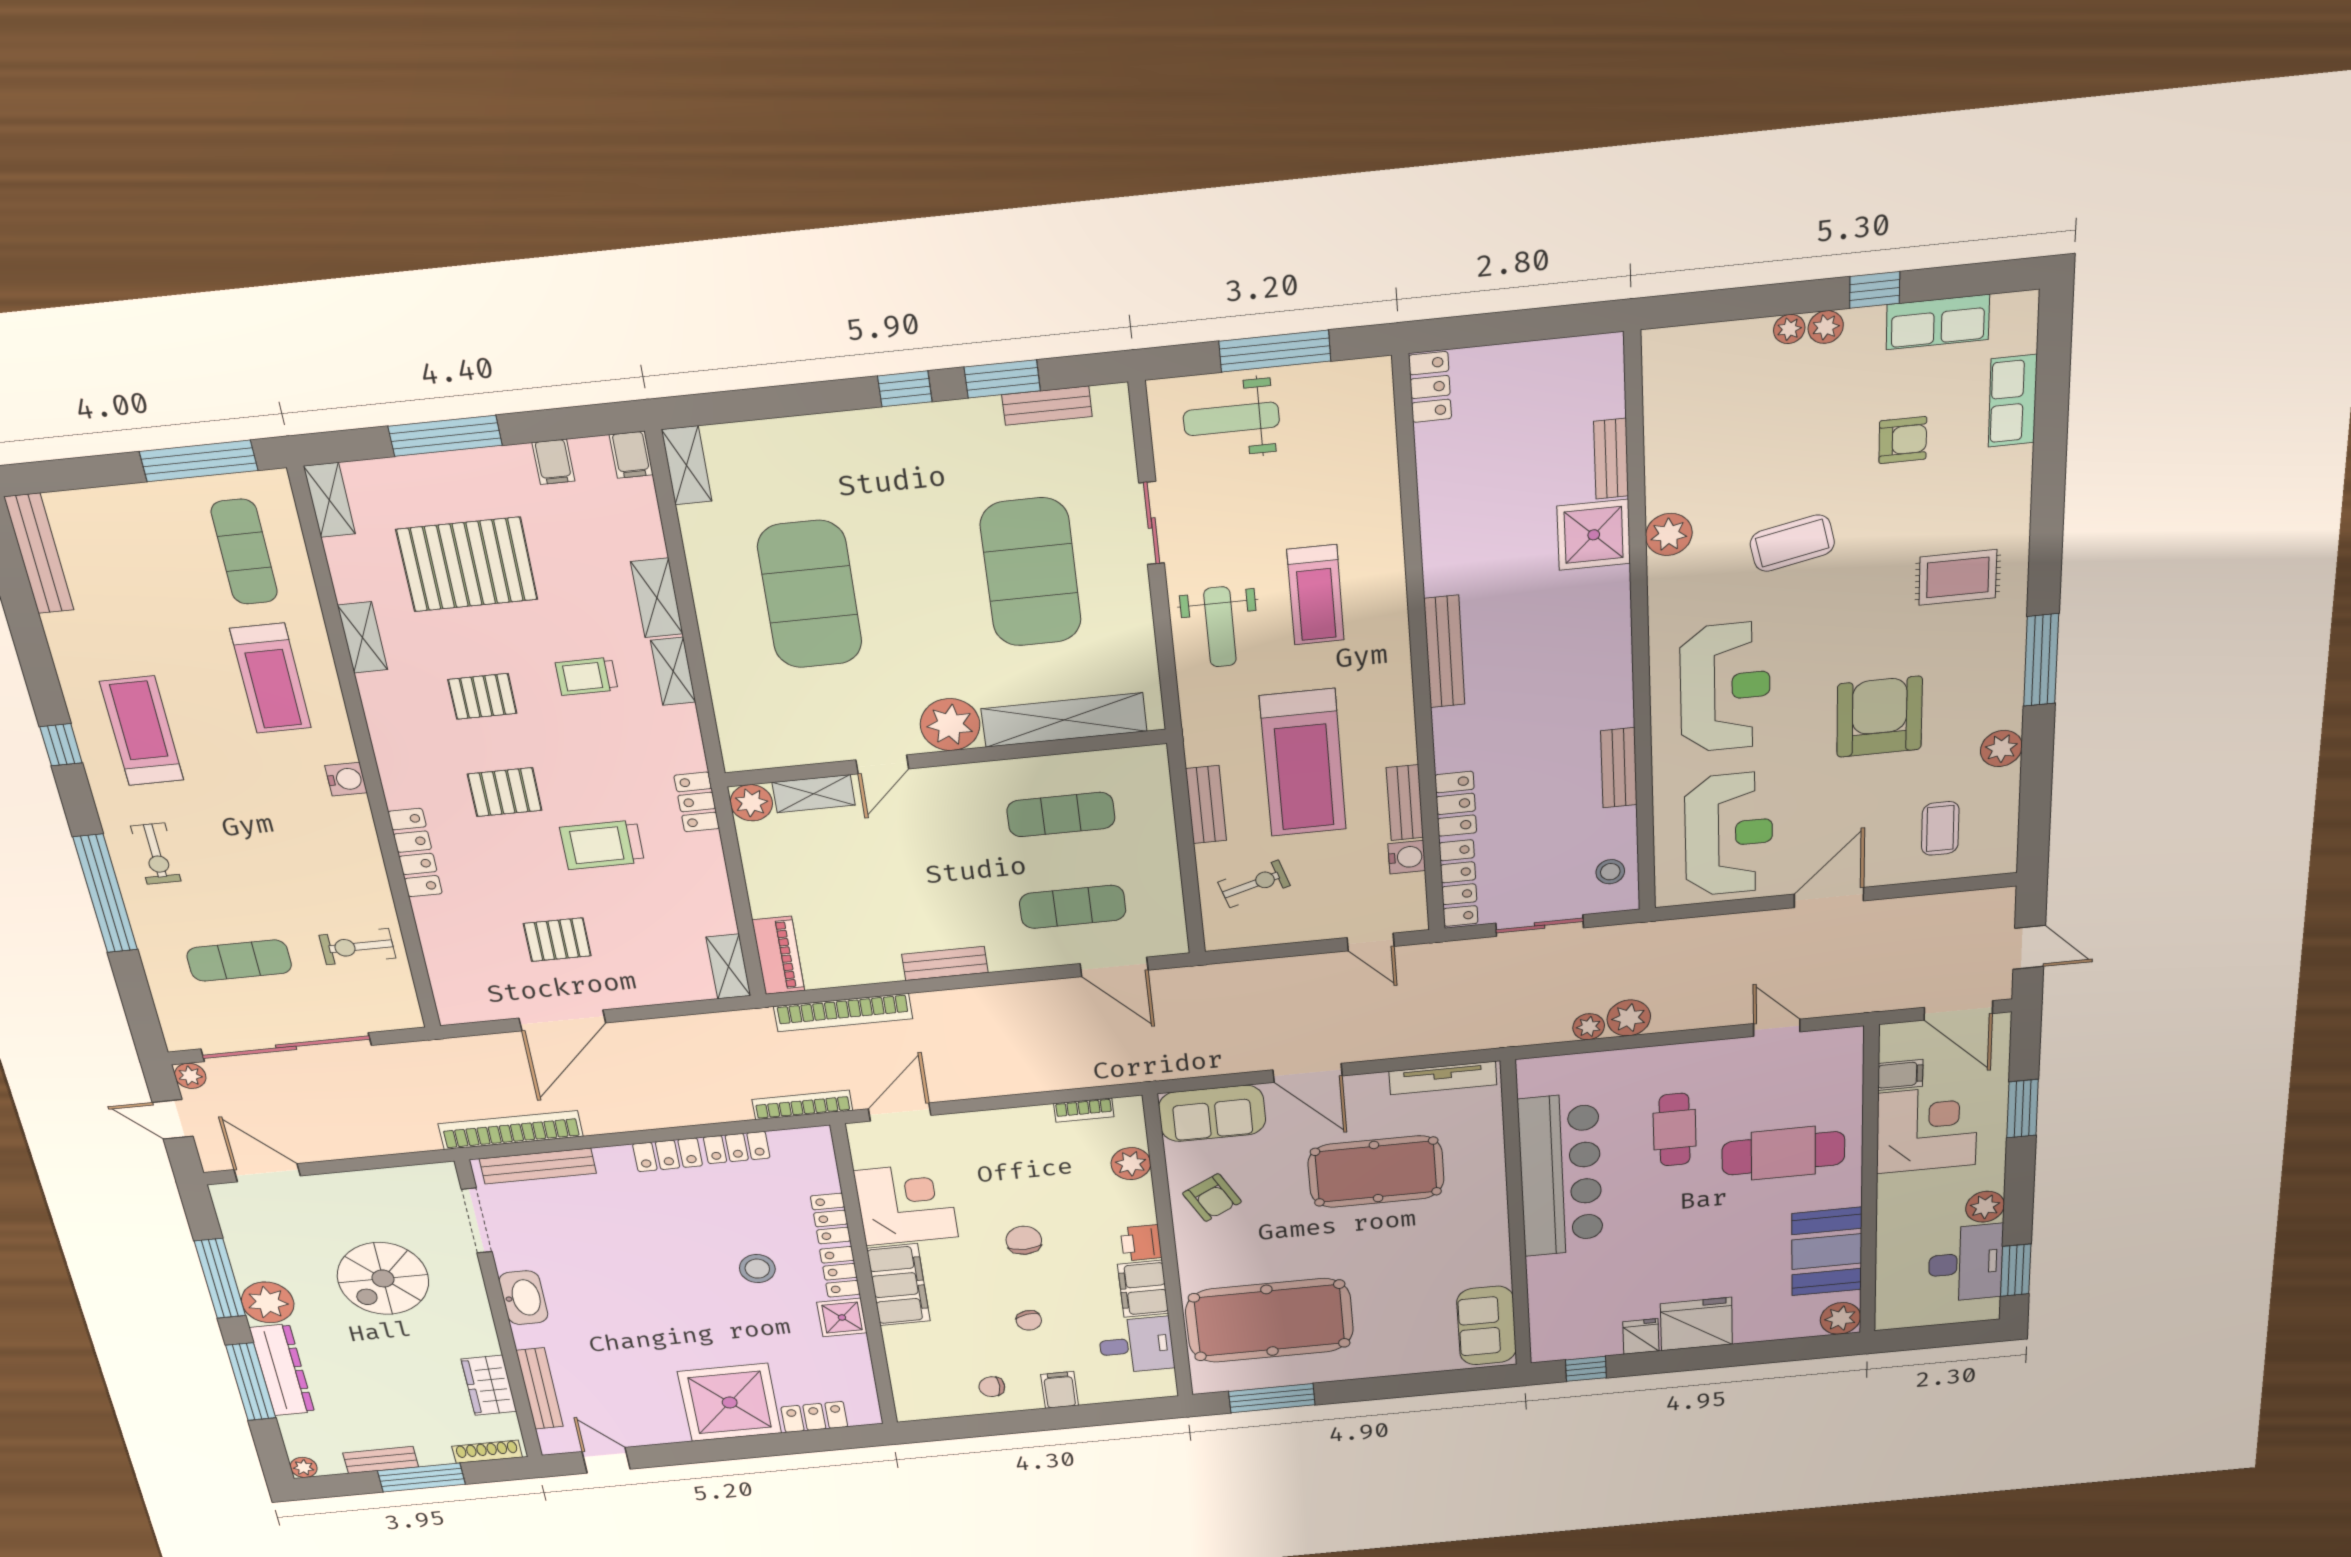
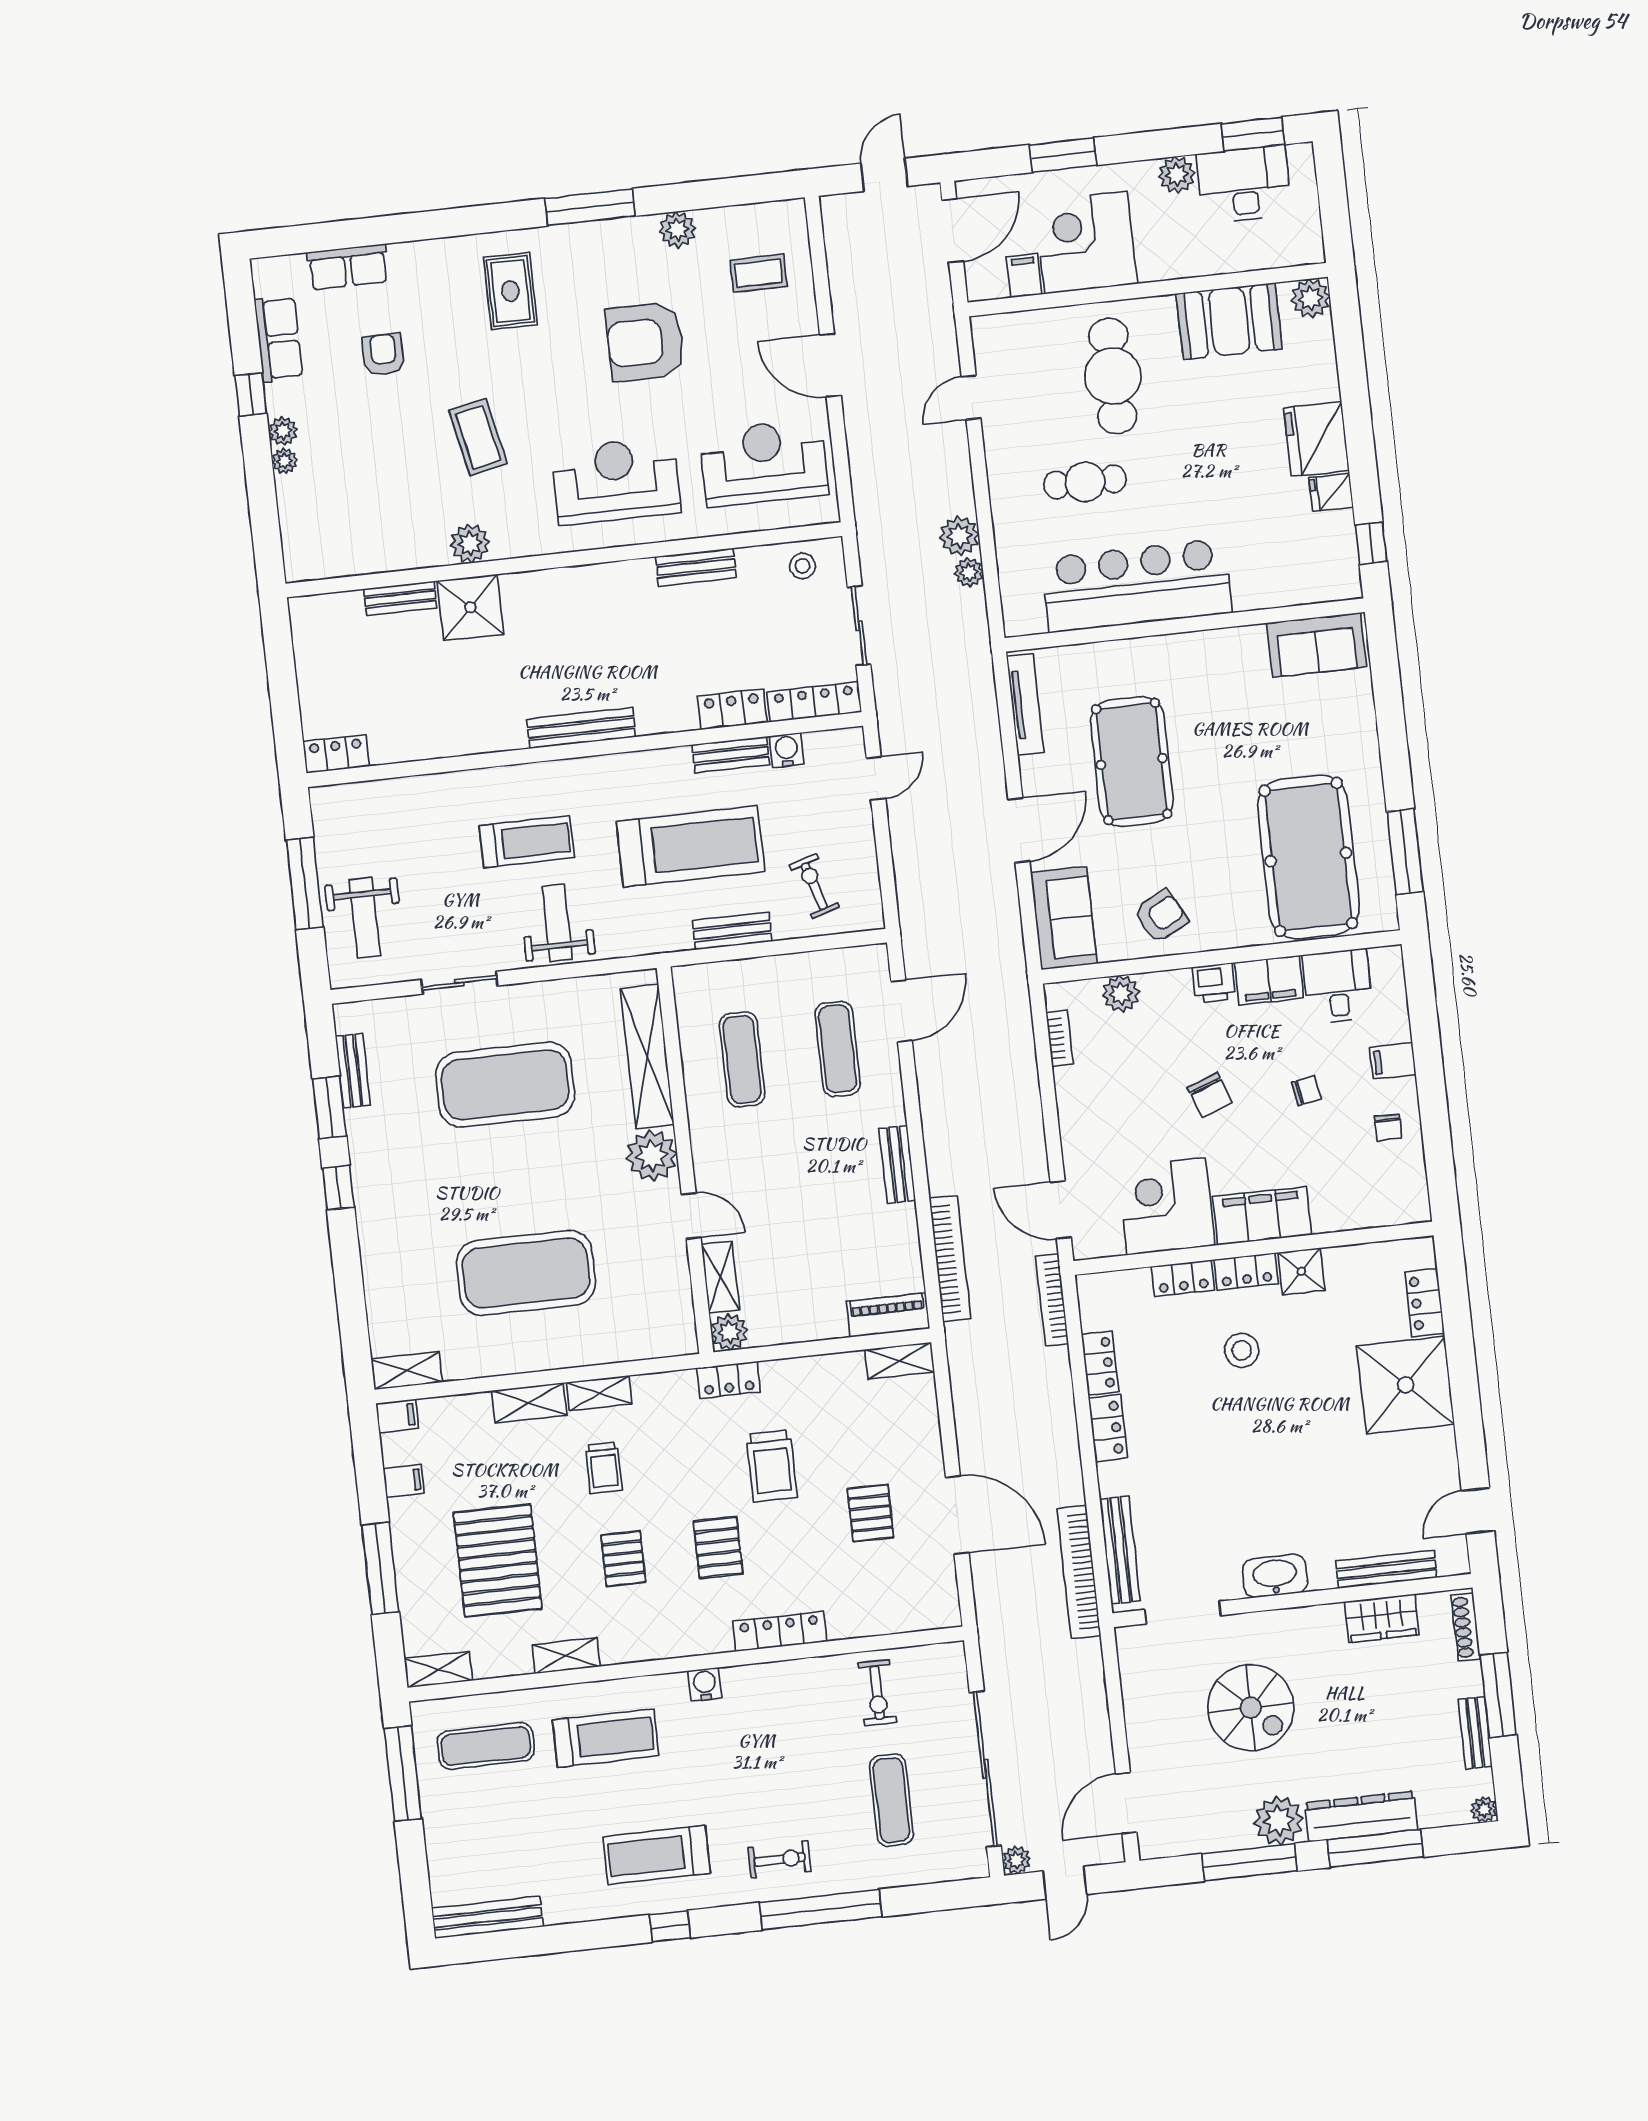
weight bench: (1220, 627) -> (557, 923), turned -90
chair: (1024, 1240) -> (1210, 1095), turned -110

